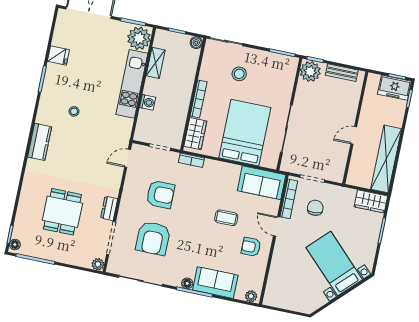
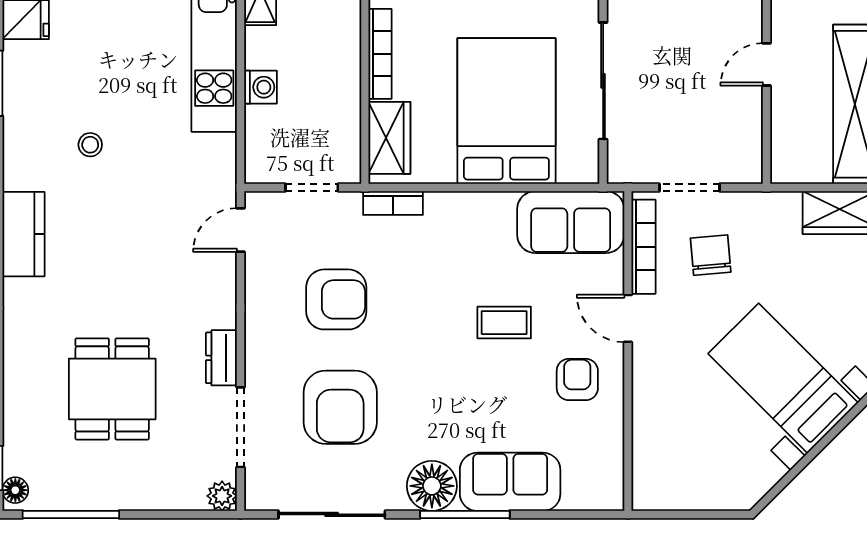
armchair: (251, 247) -> (577, 379), turned 90
floor lamp: (187, 283) -> (432, 486), width x1.89, depth x1.89
plant: (251, 296) -> (602, 497), removed

